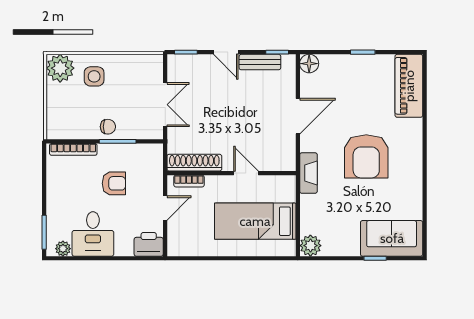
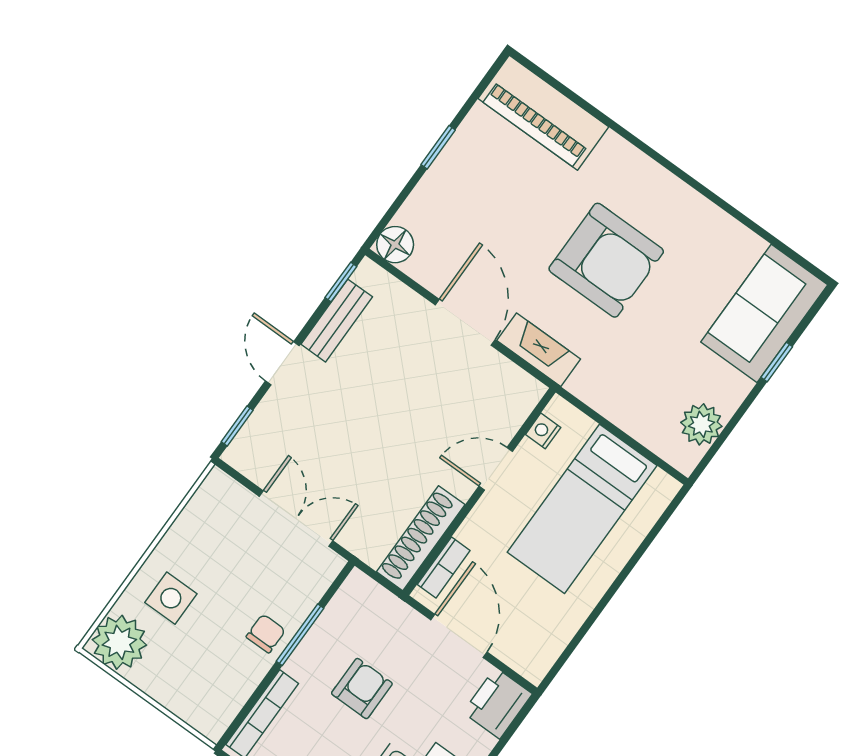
door: (226, 52) -> (282, 363), swing flipped
fireplace: (308, 173) -> (539, 350), moved
nightstand: (276, 181) -> (543, 431), added
door: (165, 208) -> (459, 636), width x1.38
plant: (310, 246) -> (701, 424), moved

